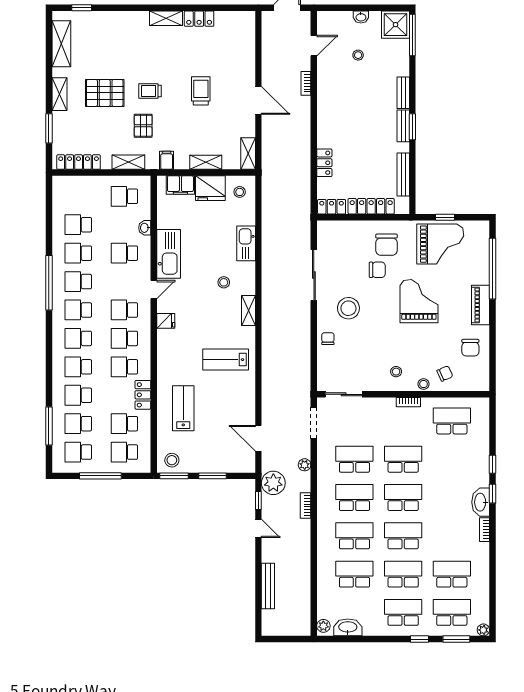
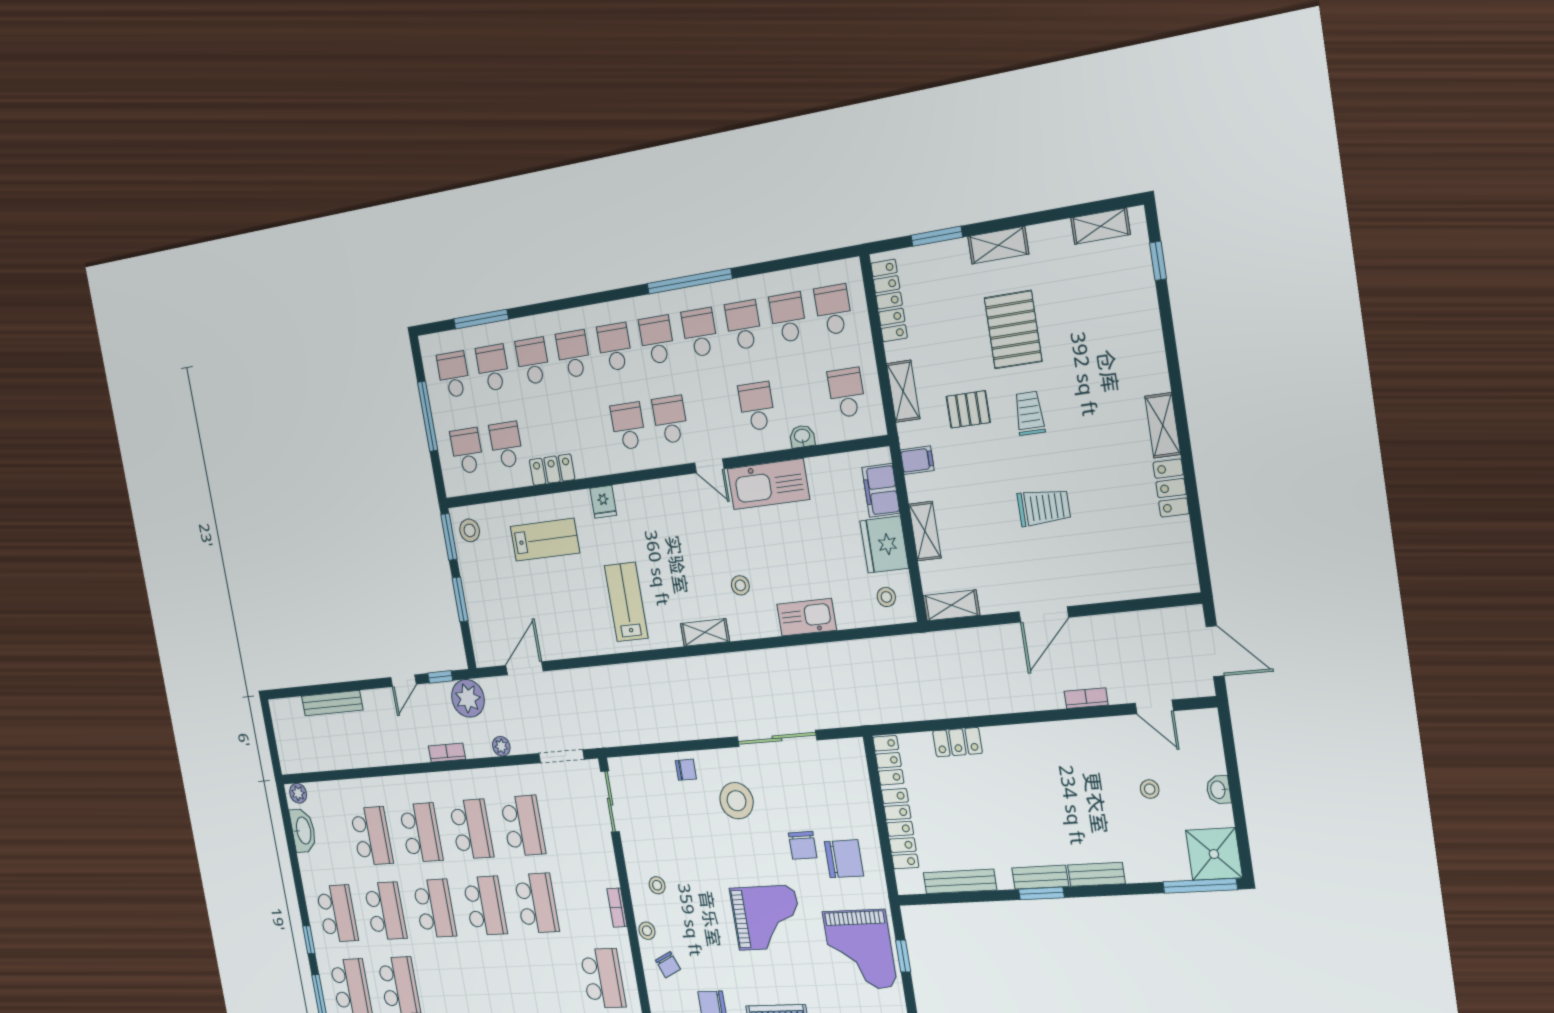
shelving: (61, 44) -> (1100, 226), width x0.67, depth x0.75
chair: (387, 245) -> (844, 859), turned 180
fridge: (166, 321) -> (603, 502), moved
school desk: (124, 367) -> (833, 310), moved

